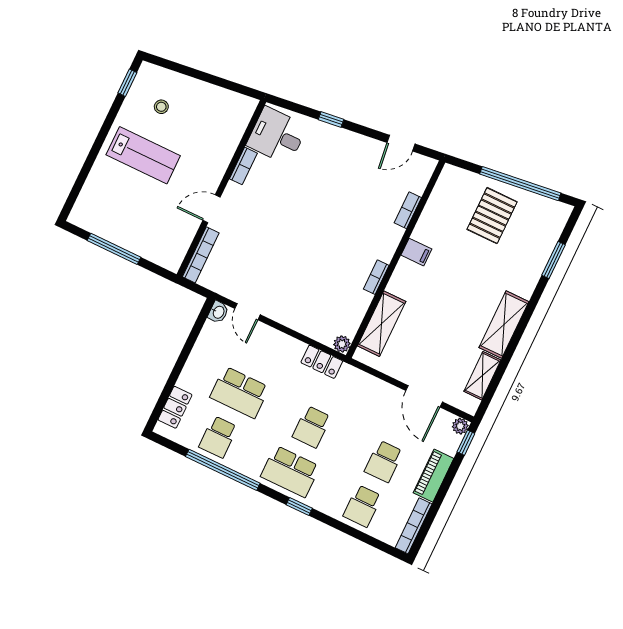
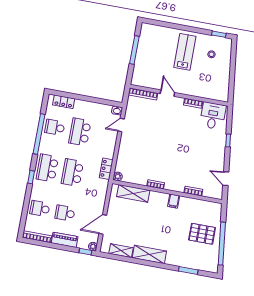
lab bench: (143, 155) -> (185, 52), turned 180
school desk: (312, 427) -> (72, 173), width x1.85

